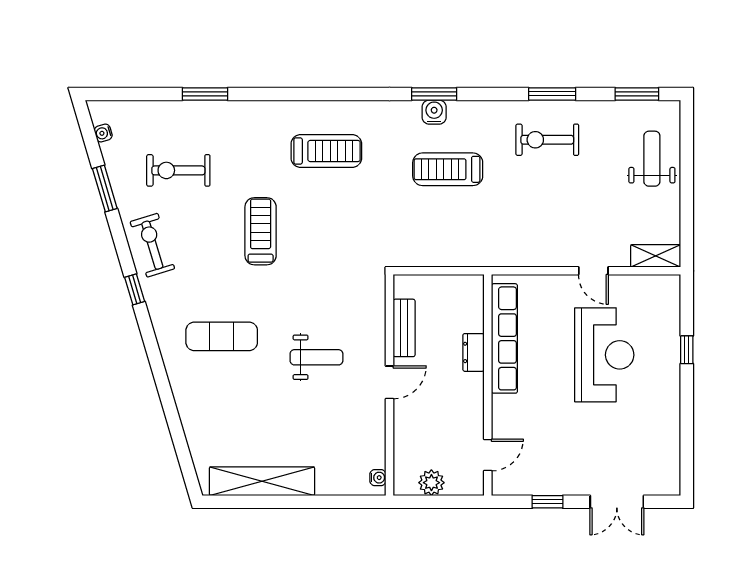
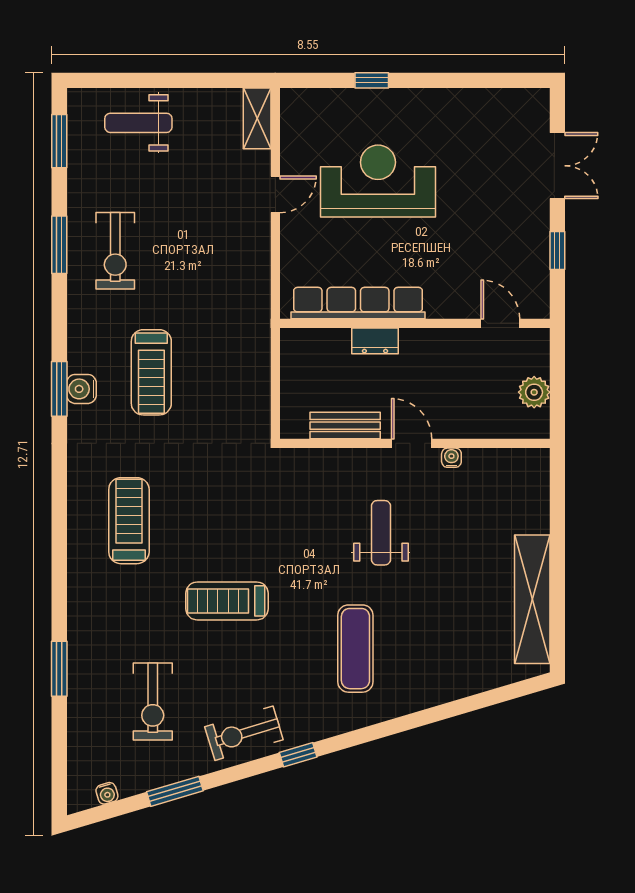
water cooler: (378, 478) -> (451, 458), moved

